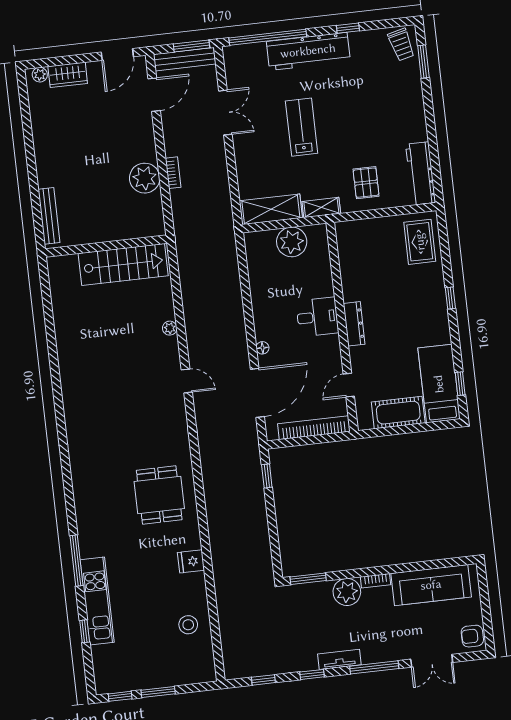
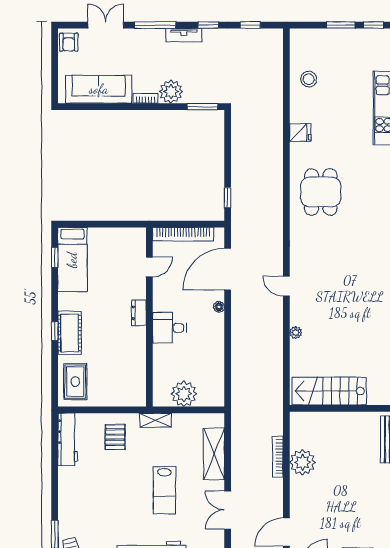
bookcase: (173, 173) -> (278, 457), width x1.56
shelving: (271, 209) -> (214, 454), moved, turned 90
dresser: (354, 324) -> (139, 313), width x0.70
cot: (398, 413) -> (70, 333), moved, turned 90
armchair: (472, 636) -> (69, 42), turned 90

